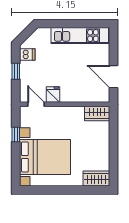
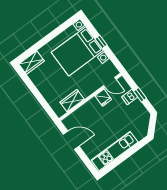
dishwasher: (27, 54) -> (130, 97), moved
wardrobe: (97, 114) -> (72, 101), moved
window: (16, 135) -> (101, 42), moved

